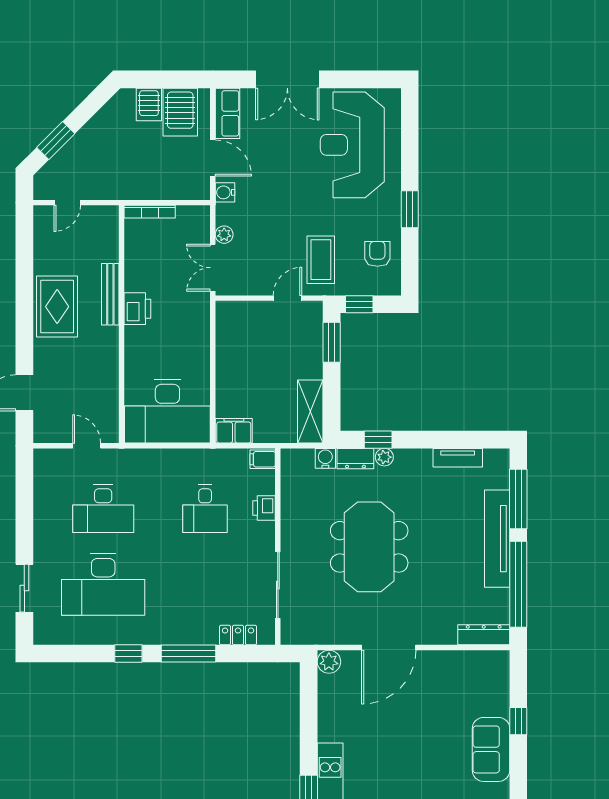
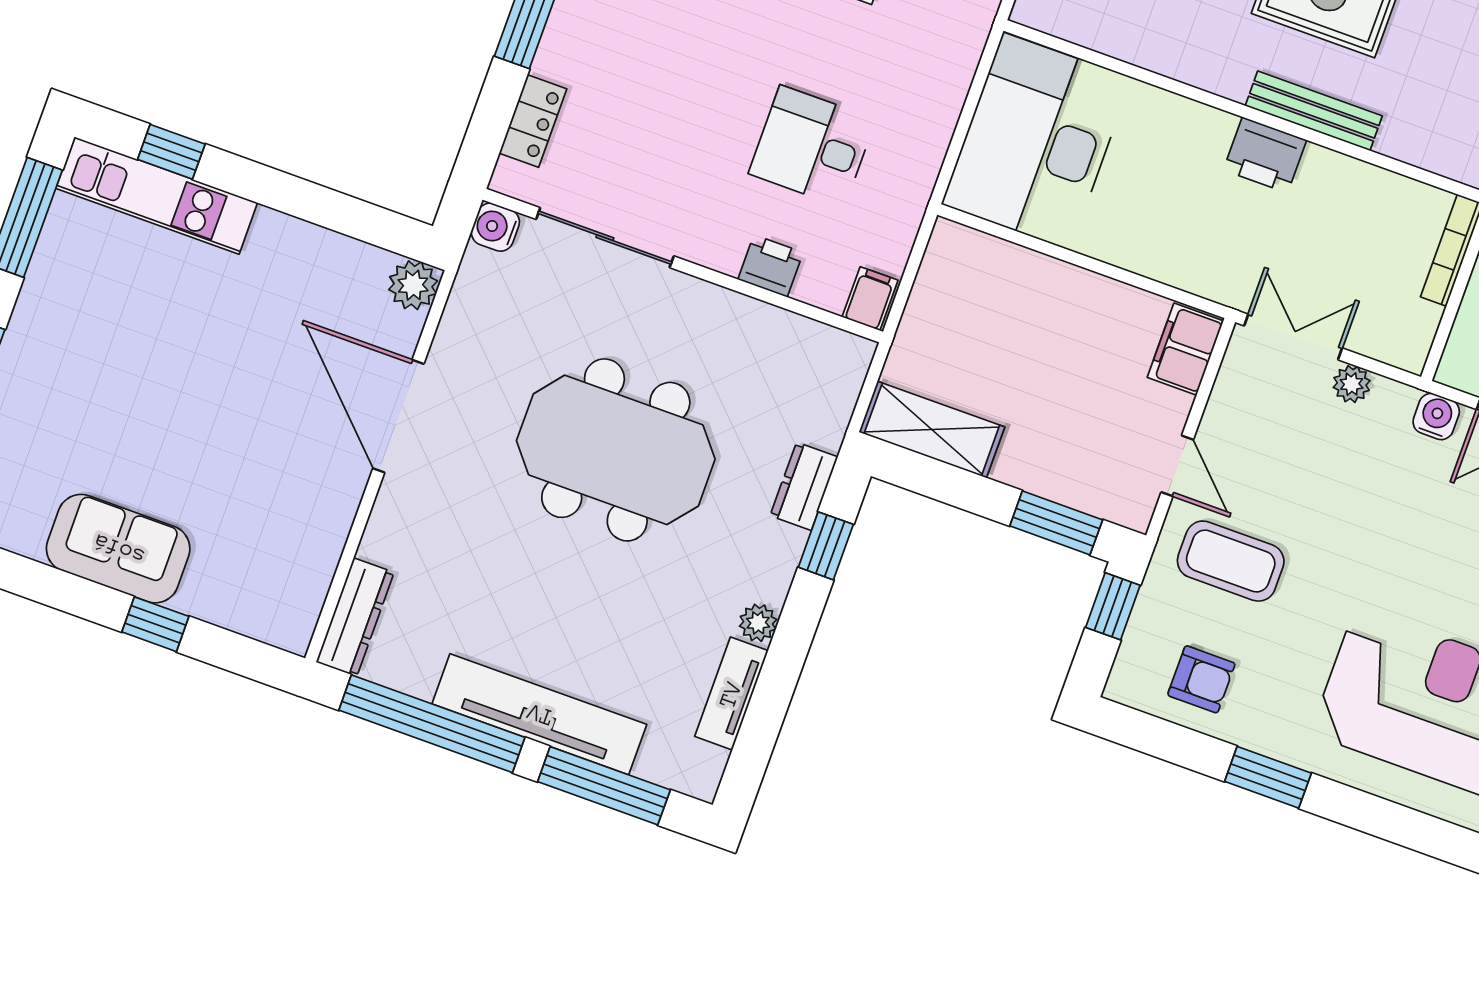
filing cabinet: (234, 431) -> (1185, 349), moved, turned 180
plant: (384, 457) -> (758, 623), moved
water cooler: (325, 458) -> (495, 227), moved, turned 180

